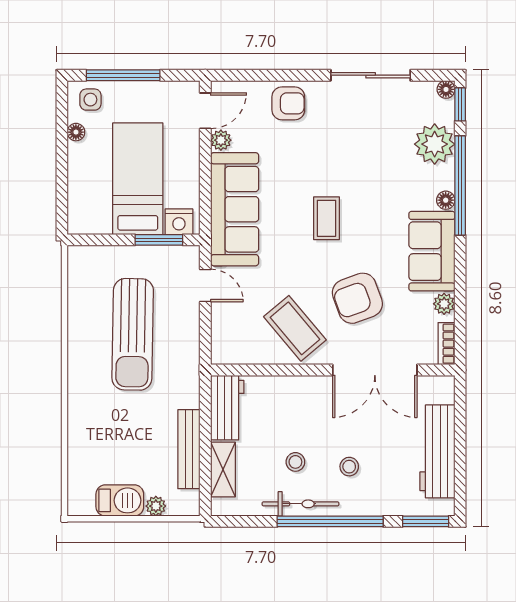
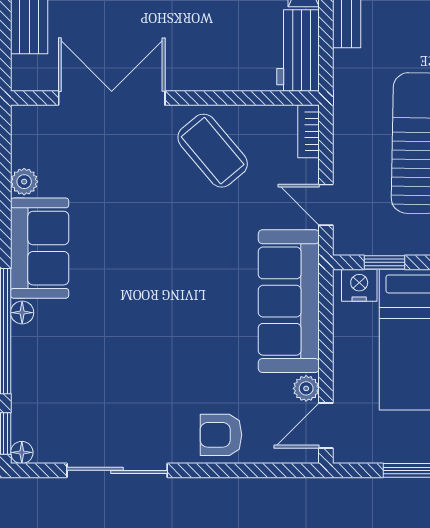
plant: (435, 144) -> (36, 383), removed
coffee table: (326, 218) -> (173, 290), removed
window: (159, 240) -> (384, 262), width x0.67
armchair: (357, 298) -> (134, 189), removed
bookcase: (446, 344) -> (309, 131), moved, turned 180

